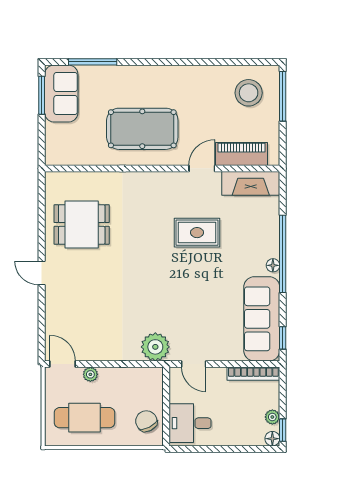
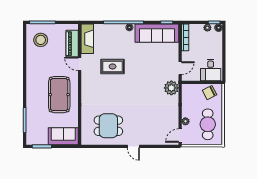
sofa: (61, 94) -> (63, 136), moved
dining table: (82, 224) -> (108, 126), turned 90
rug: (197, 233) -> (113, 66), turned 90
door: (42, 273) -> (133, 146), hinge flipped

